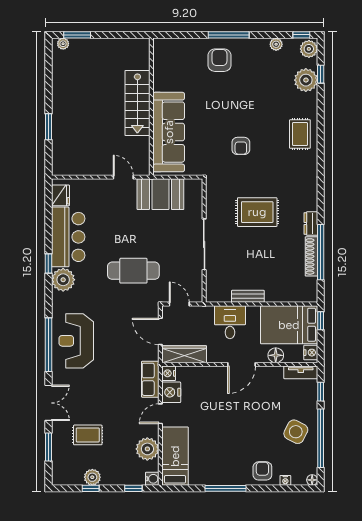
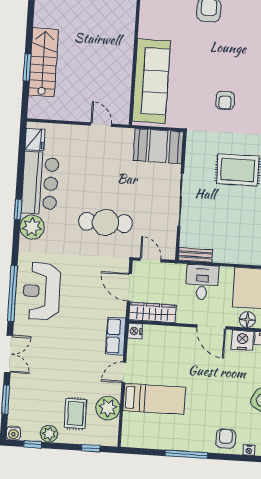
stairs: (137, 103) -> (43, 63), moved, turned 180
booth: (160, 194) -> (158, 146), moved
bench: (248, 296) -> (195, 255), moved
door: (242, 364) -> (211, 327), hinge flipped
nightstand: (171, 392) -> (242, 340), moved, turned 90
rug: (88, 435) -> (75, 414), moved, turned 90
bed: (175, 456) -> (154, 399), moved, turned 90
water cooler: (152, 479) -> (13, 433), moved, turned 90
window: (91, 488) -> (33, 444), moved

